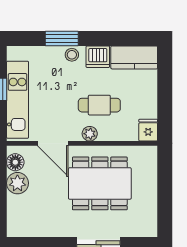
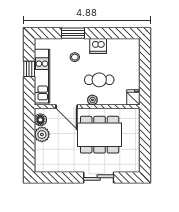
stool: (72, 55) -> (75, 57), moved
kitchen counter: (134, 57) -> (124, 46), removed

